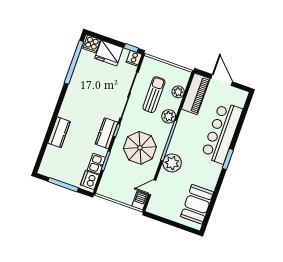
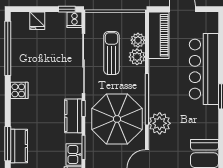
cooker: (92, 44) -> (19, 90), moved, turned -90
fridge: (109, 53) -> (37, 21), width x0.53, depth x0.75
plant: (169, 116) -> (137, 57), moved
kitchen counter: (59, 132) -> (19, 146), moved
window: (48, 137) -> (8, 144), added
parasol: (140, 148) -> (117, 119), width x1.36, depth x1.36

